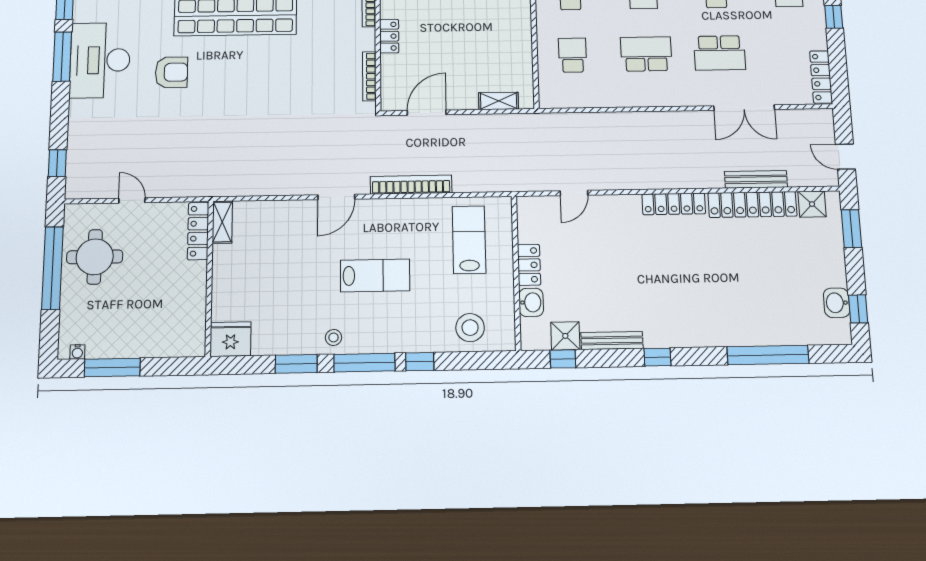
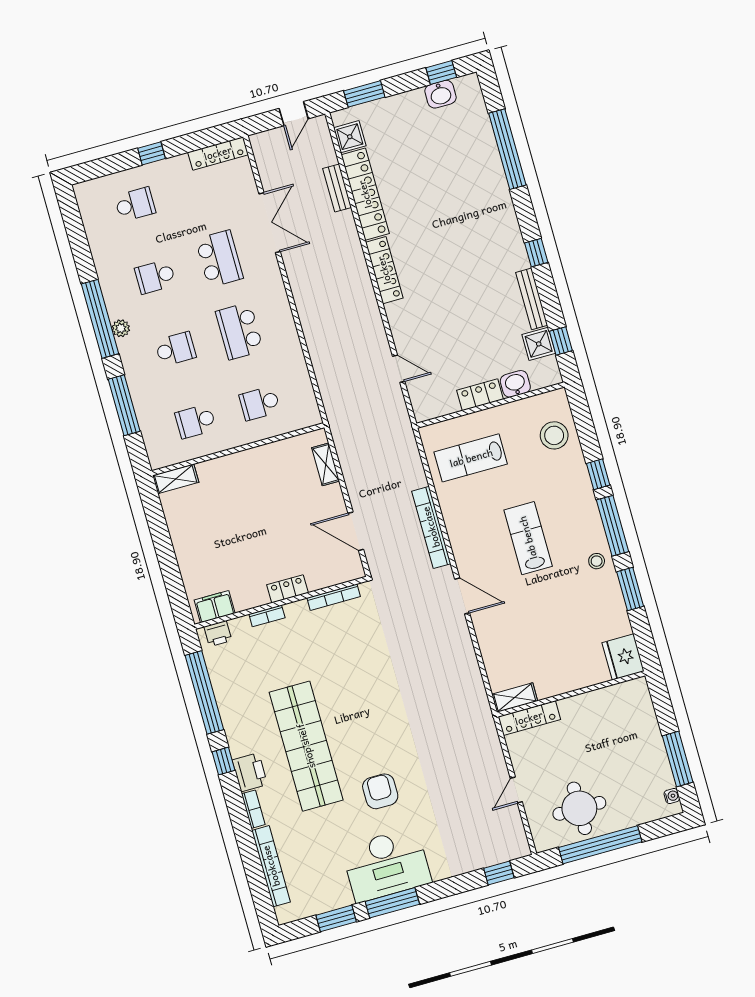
bench: (756, 179) -> (337, 188), width x0.73

